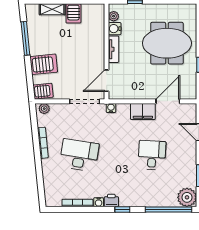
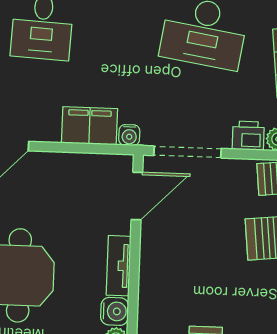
printer: (58, 110) -> (248, 136), added
filing cabinet: (143, 111) -> (90, 126), moved

